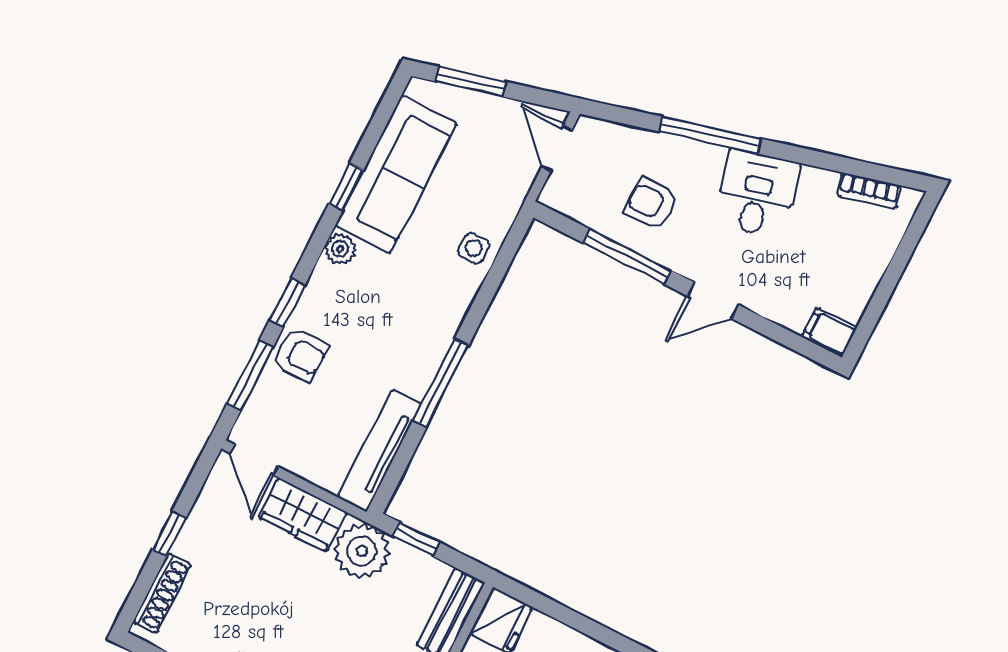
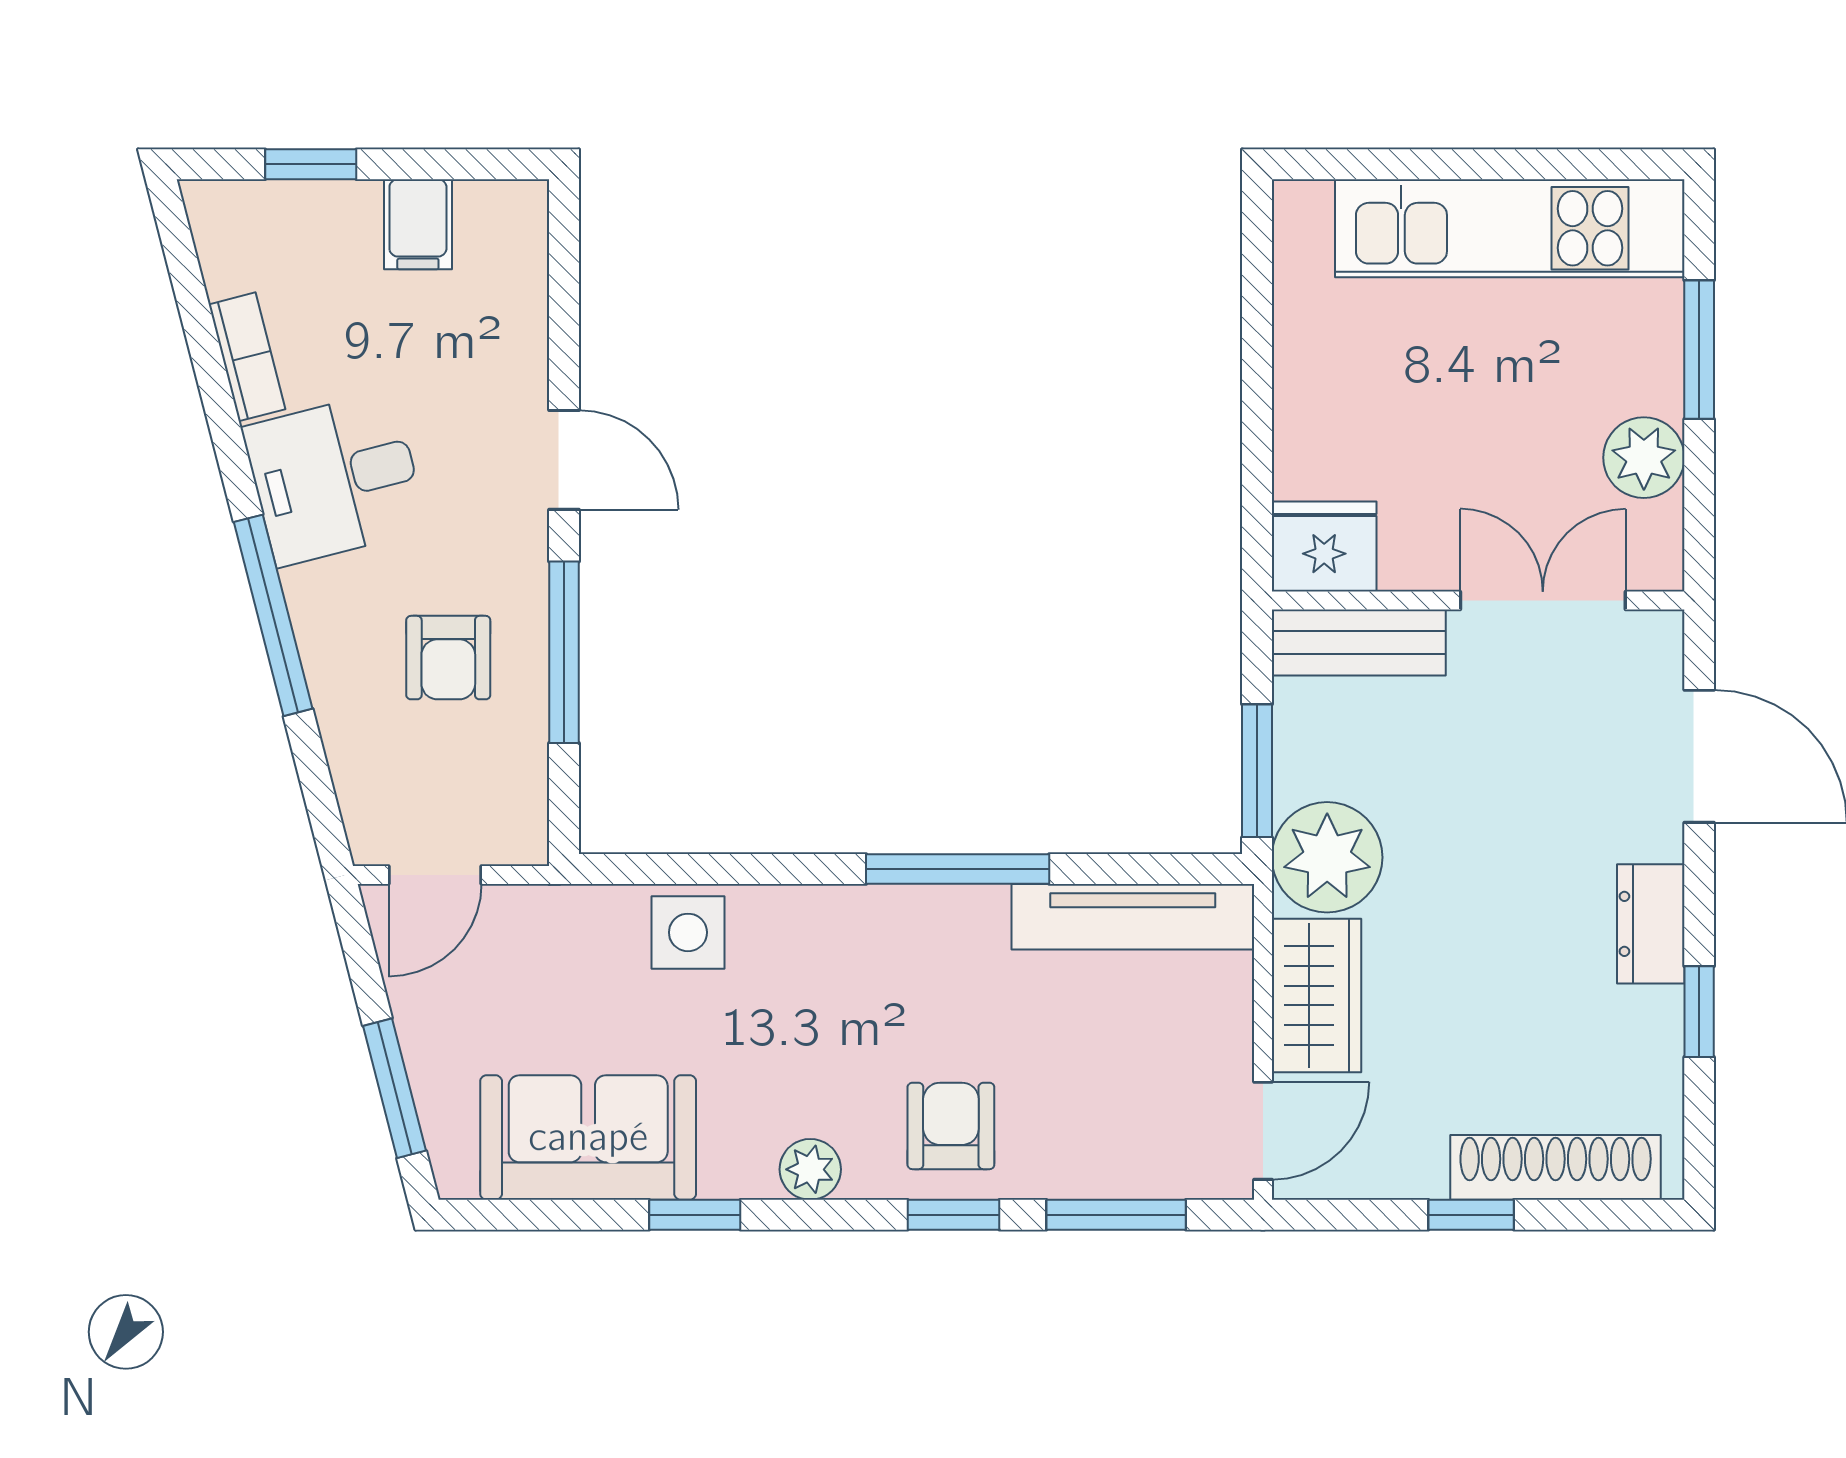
sofa: (396, 174) -> (588, 1137), width x0.73
bookcase: (869, 191) -> (247, 357), moved
side table: (474, 248) -> (688, 932), width x1.37, depth x1.37
window: (903, 255) -> (311, 164), added
filing cabinet: (829, 332) -> (418, 224), moved
armchair: (300, 355) -> (951, 1126), moved
window: (416, 539) -> (1257, 771), width x1.50
shoe rack: (162, 593) -> (1556, 1167), width x1.36, depth x1.24

